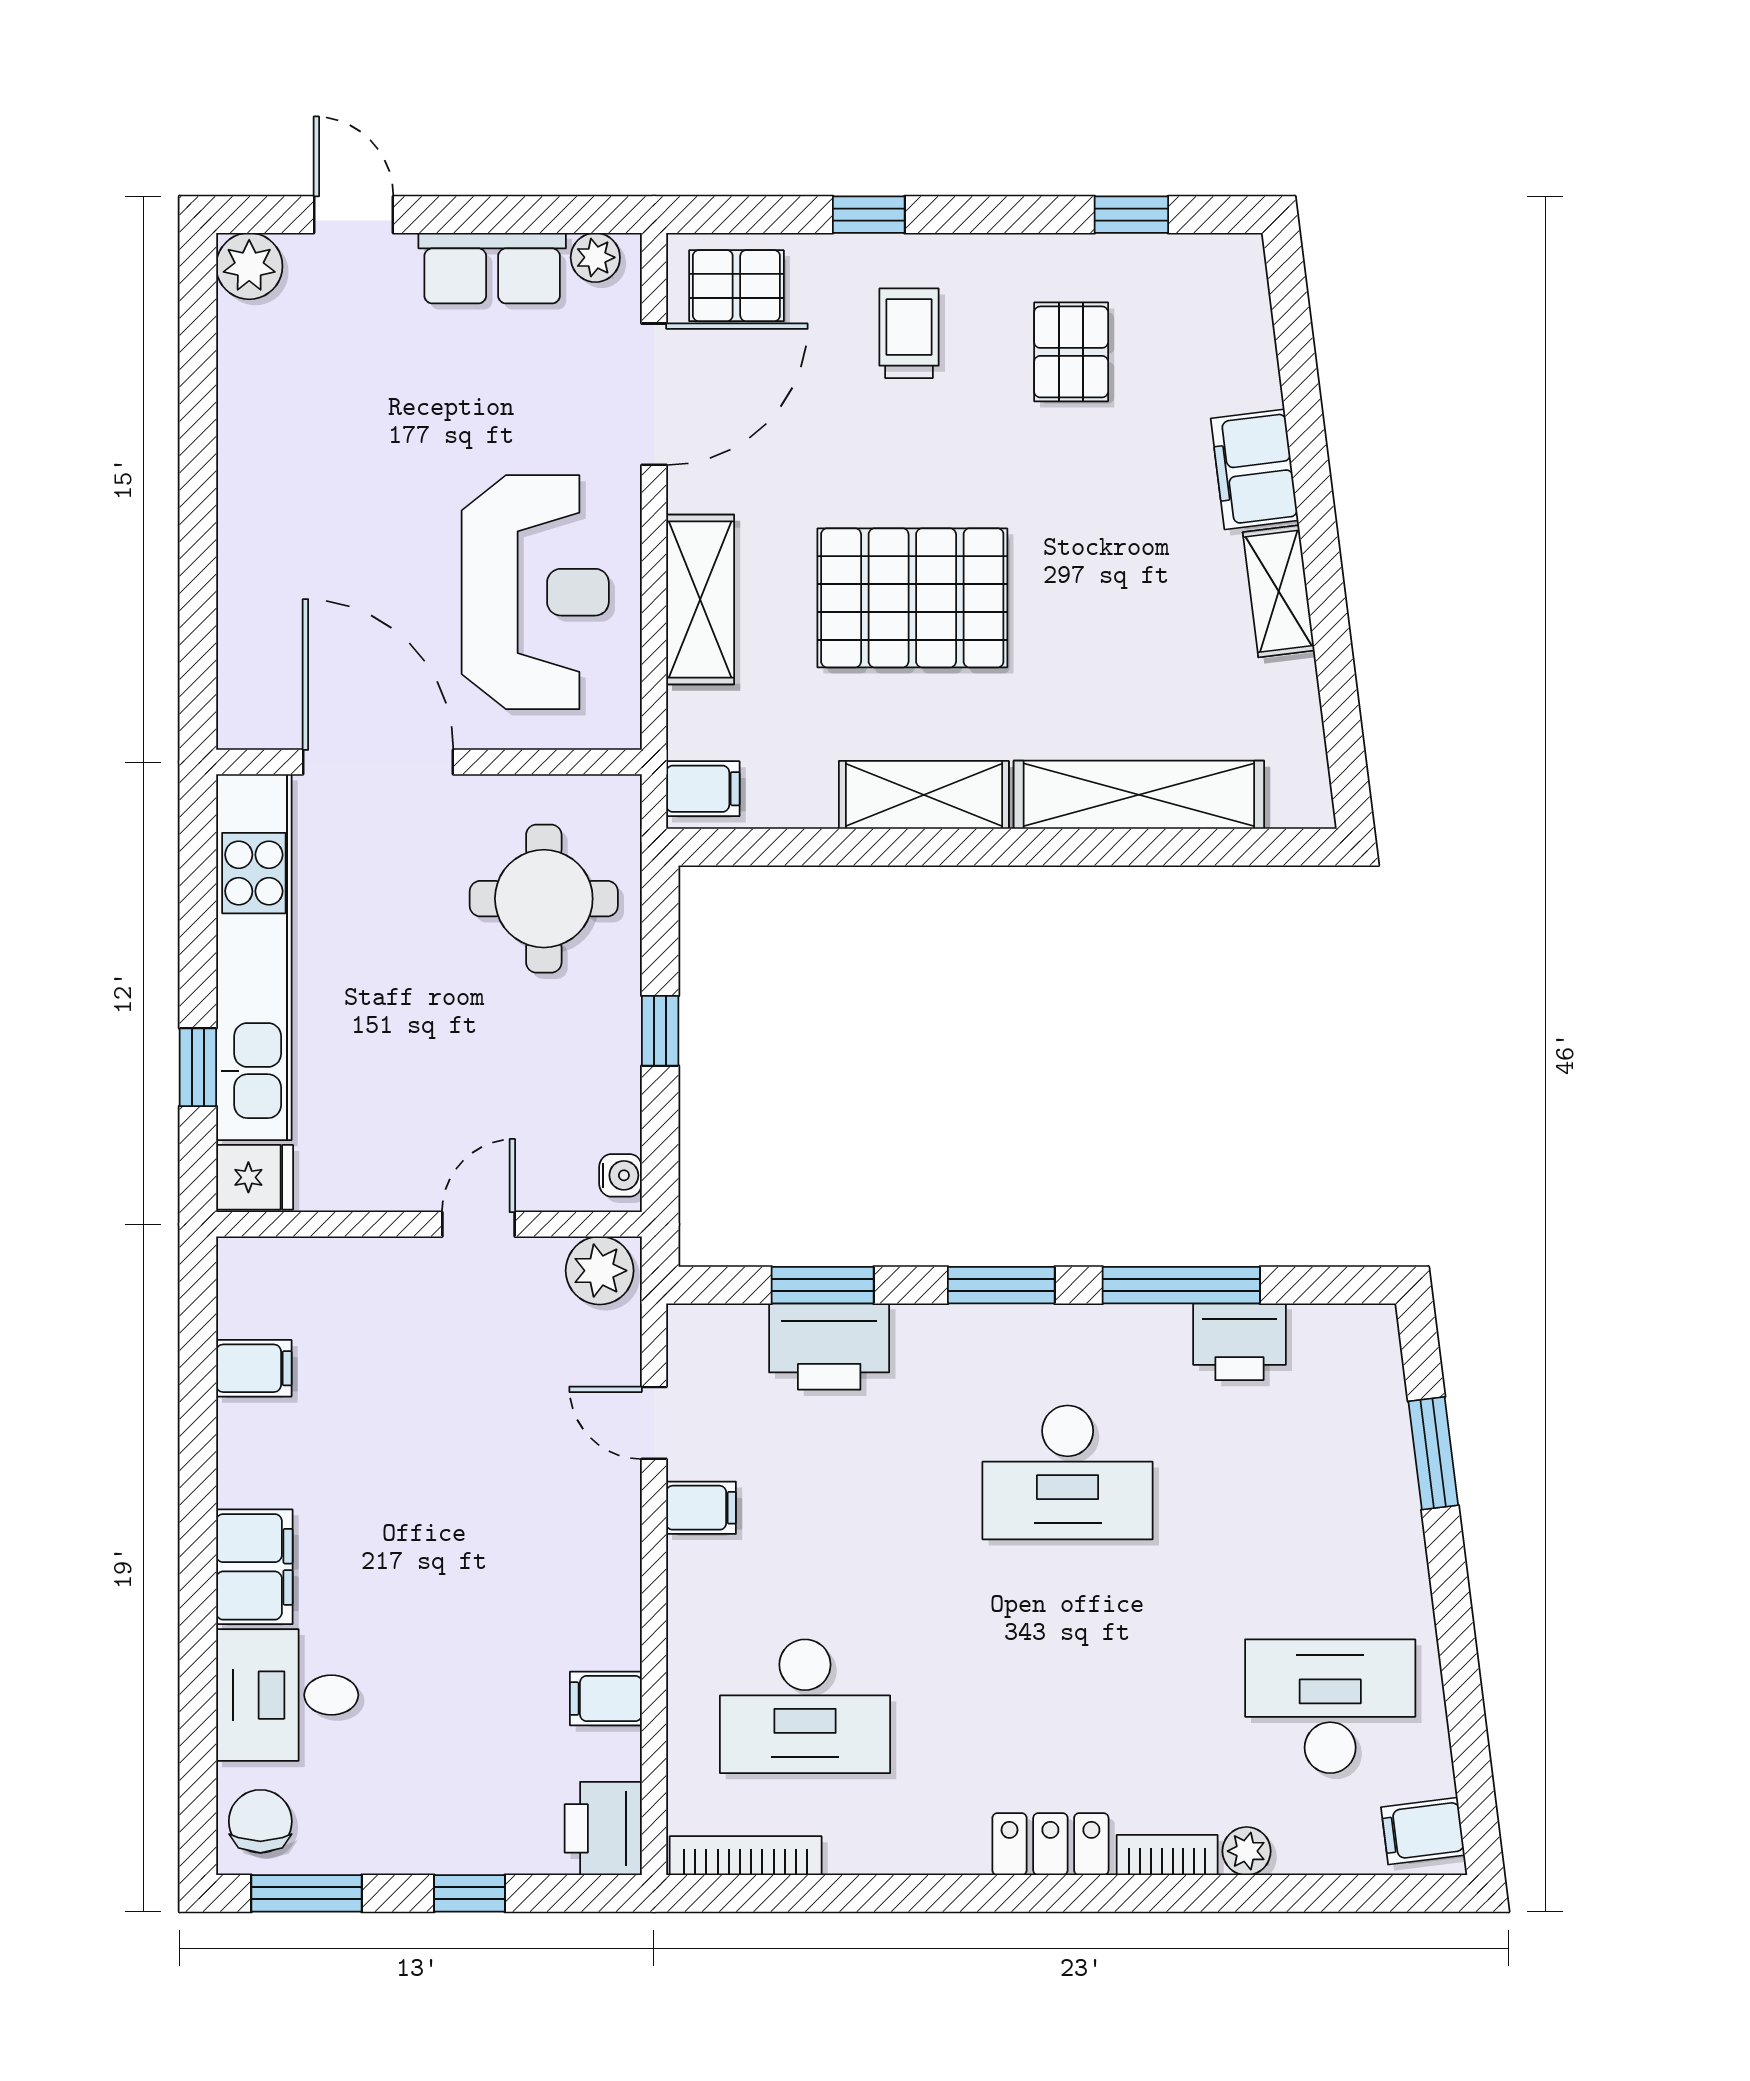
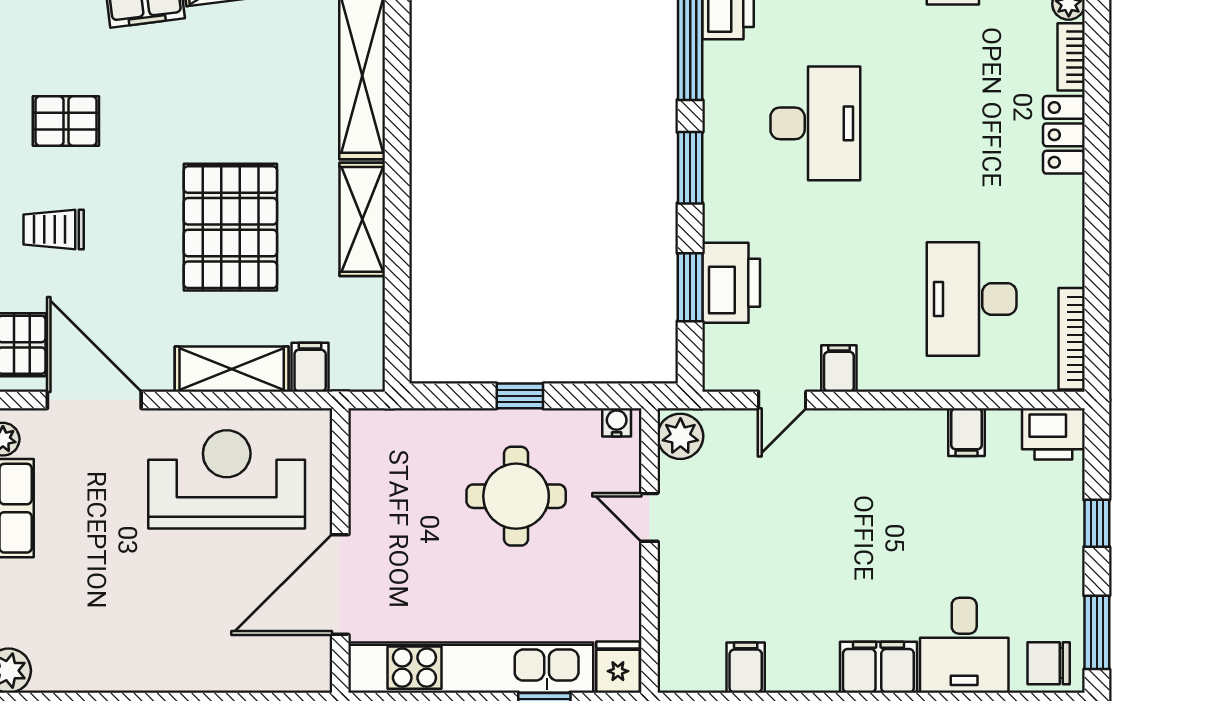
filing cabinet: (703, 789) -> (310, 367), moved
round table: (544, 899) -> (516, 496), moved
desk: (805, 1706) -> (972, 299), turned 180

